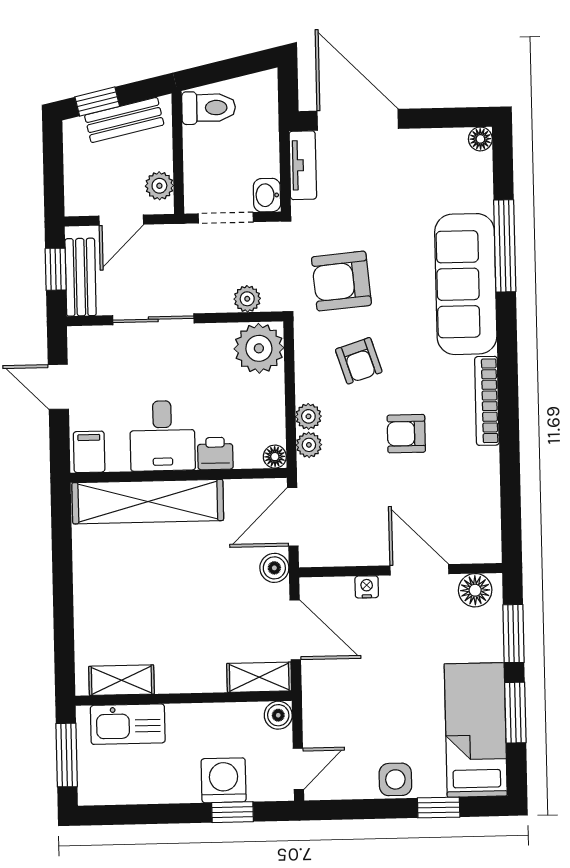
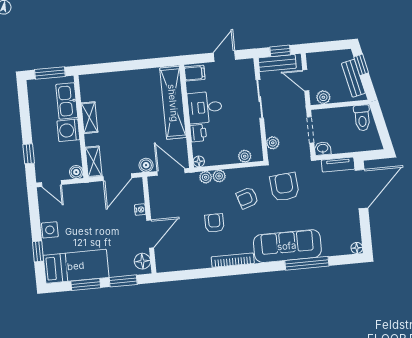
plant: (259, 348) -> (245, 156), width x0.53, depth x0.53
shelving: (121, 680) -> (89, 118), moved
washing machine: (224, 780) -> (68, 130), moved, turned 180

